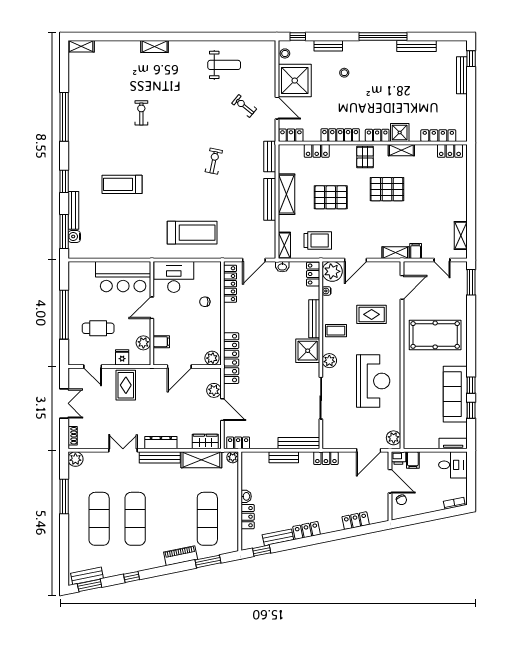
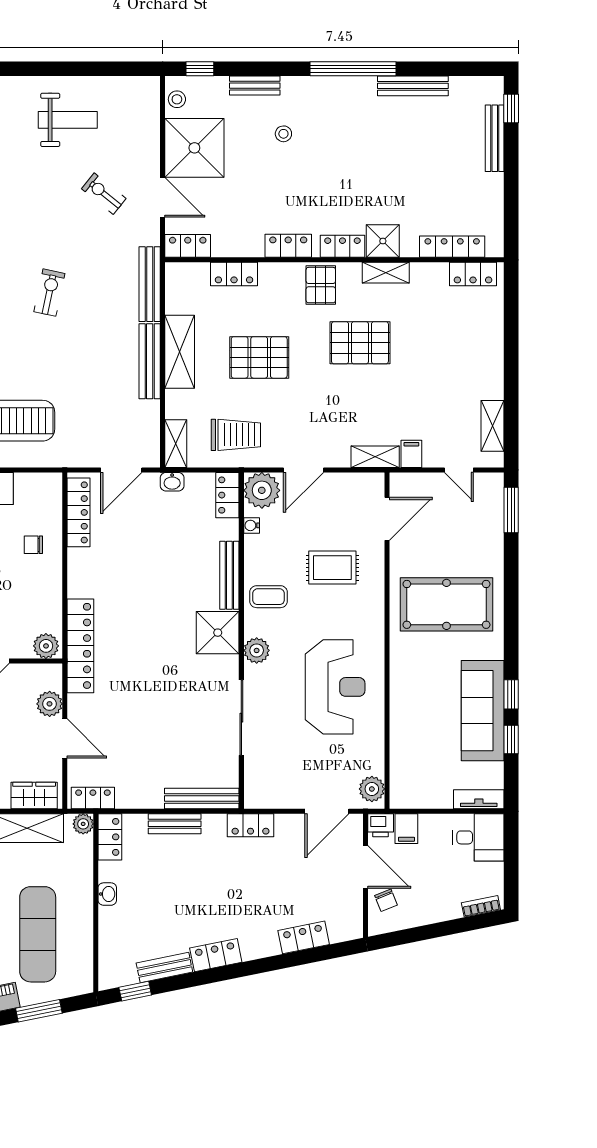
locker: (340, 135) -> (288, 246), width x0.66
bench: (270, 157) -> (150, 284), width x1.36
locker: (248, 517) -> (110, 837), moved

